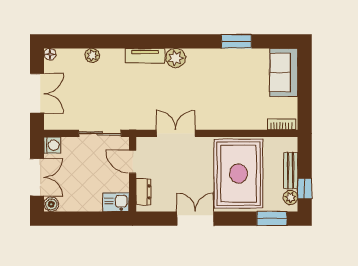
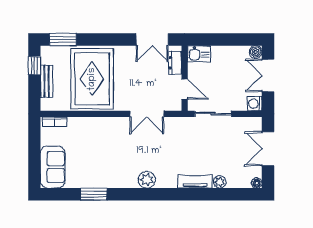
tv unit: (145, 56) -> (195, 182), moved
plant: (290, 198) -> (47, 58), removed
double door: (195, 219) -> (152, 39), moved

